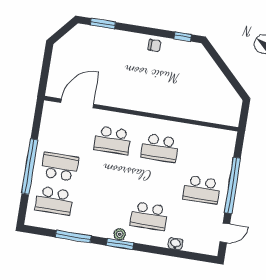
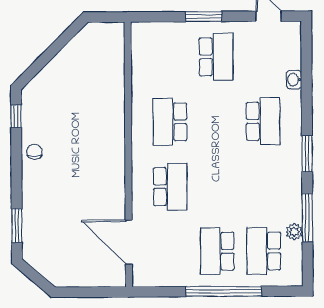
school desk: (160, 148) -> (170, 122), turned 180
window: (232, 185) -> (204, 17), width x0.47
school desk: (54, 201) -> (264, 251), turned 180
plant: (120, 234) -> (294, 232), moved

